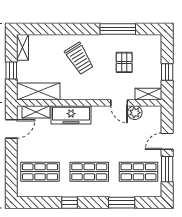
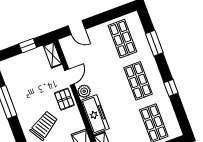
pallet: (124, 62) -> (64, 99), moved, turned 90
plant: (135, 113) -> (84, 91), moved
door: (167, 141) -> (77, 28), moved
window: (167, 169) -> (111, 15), removed

